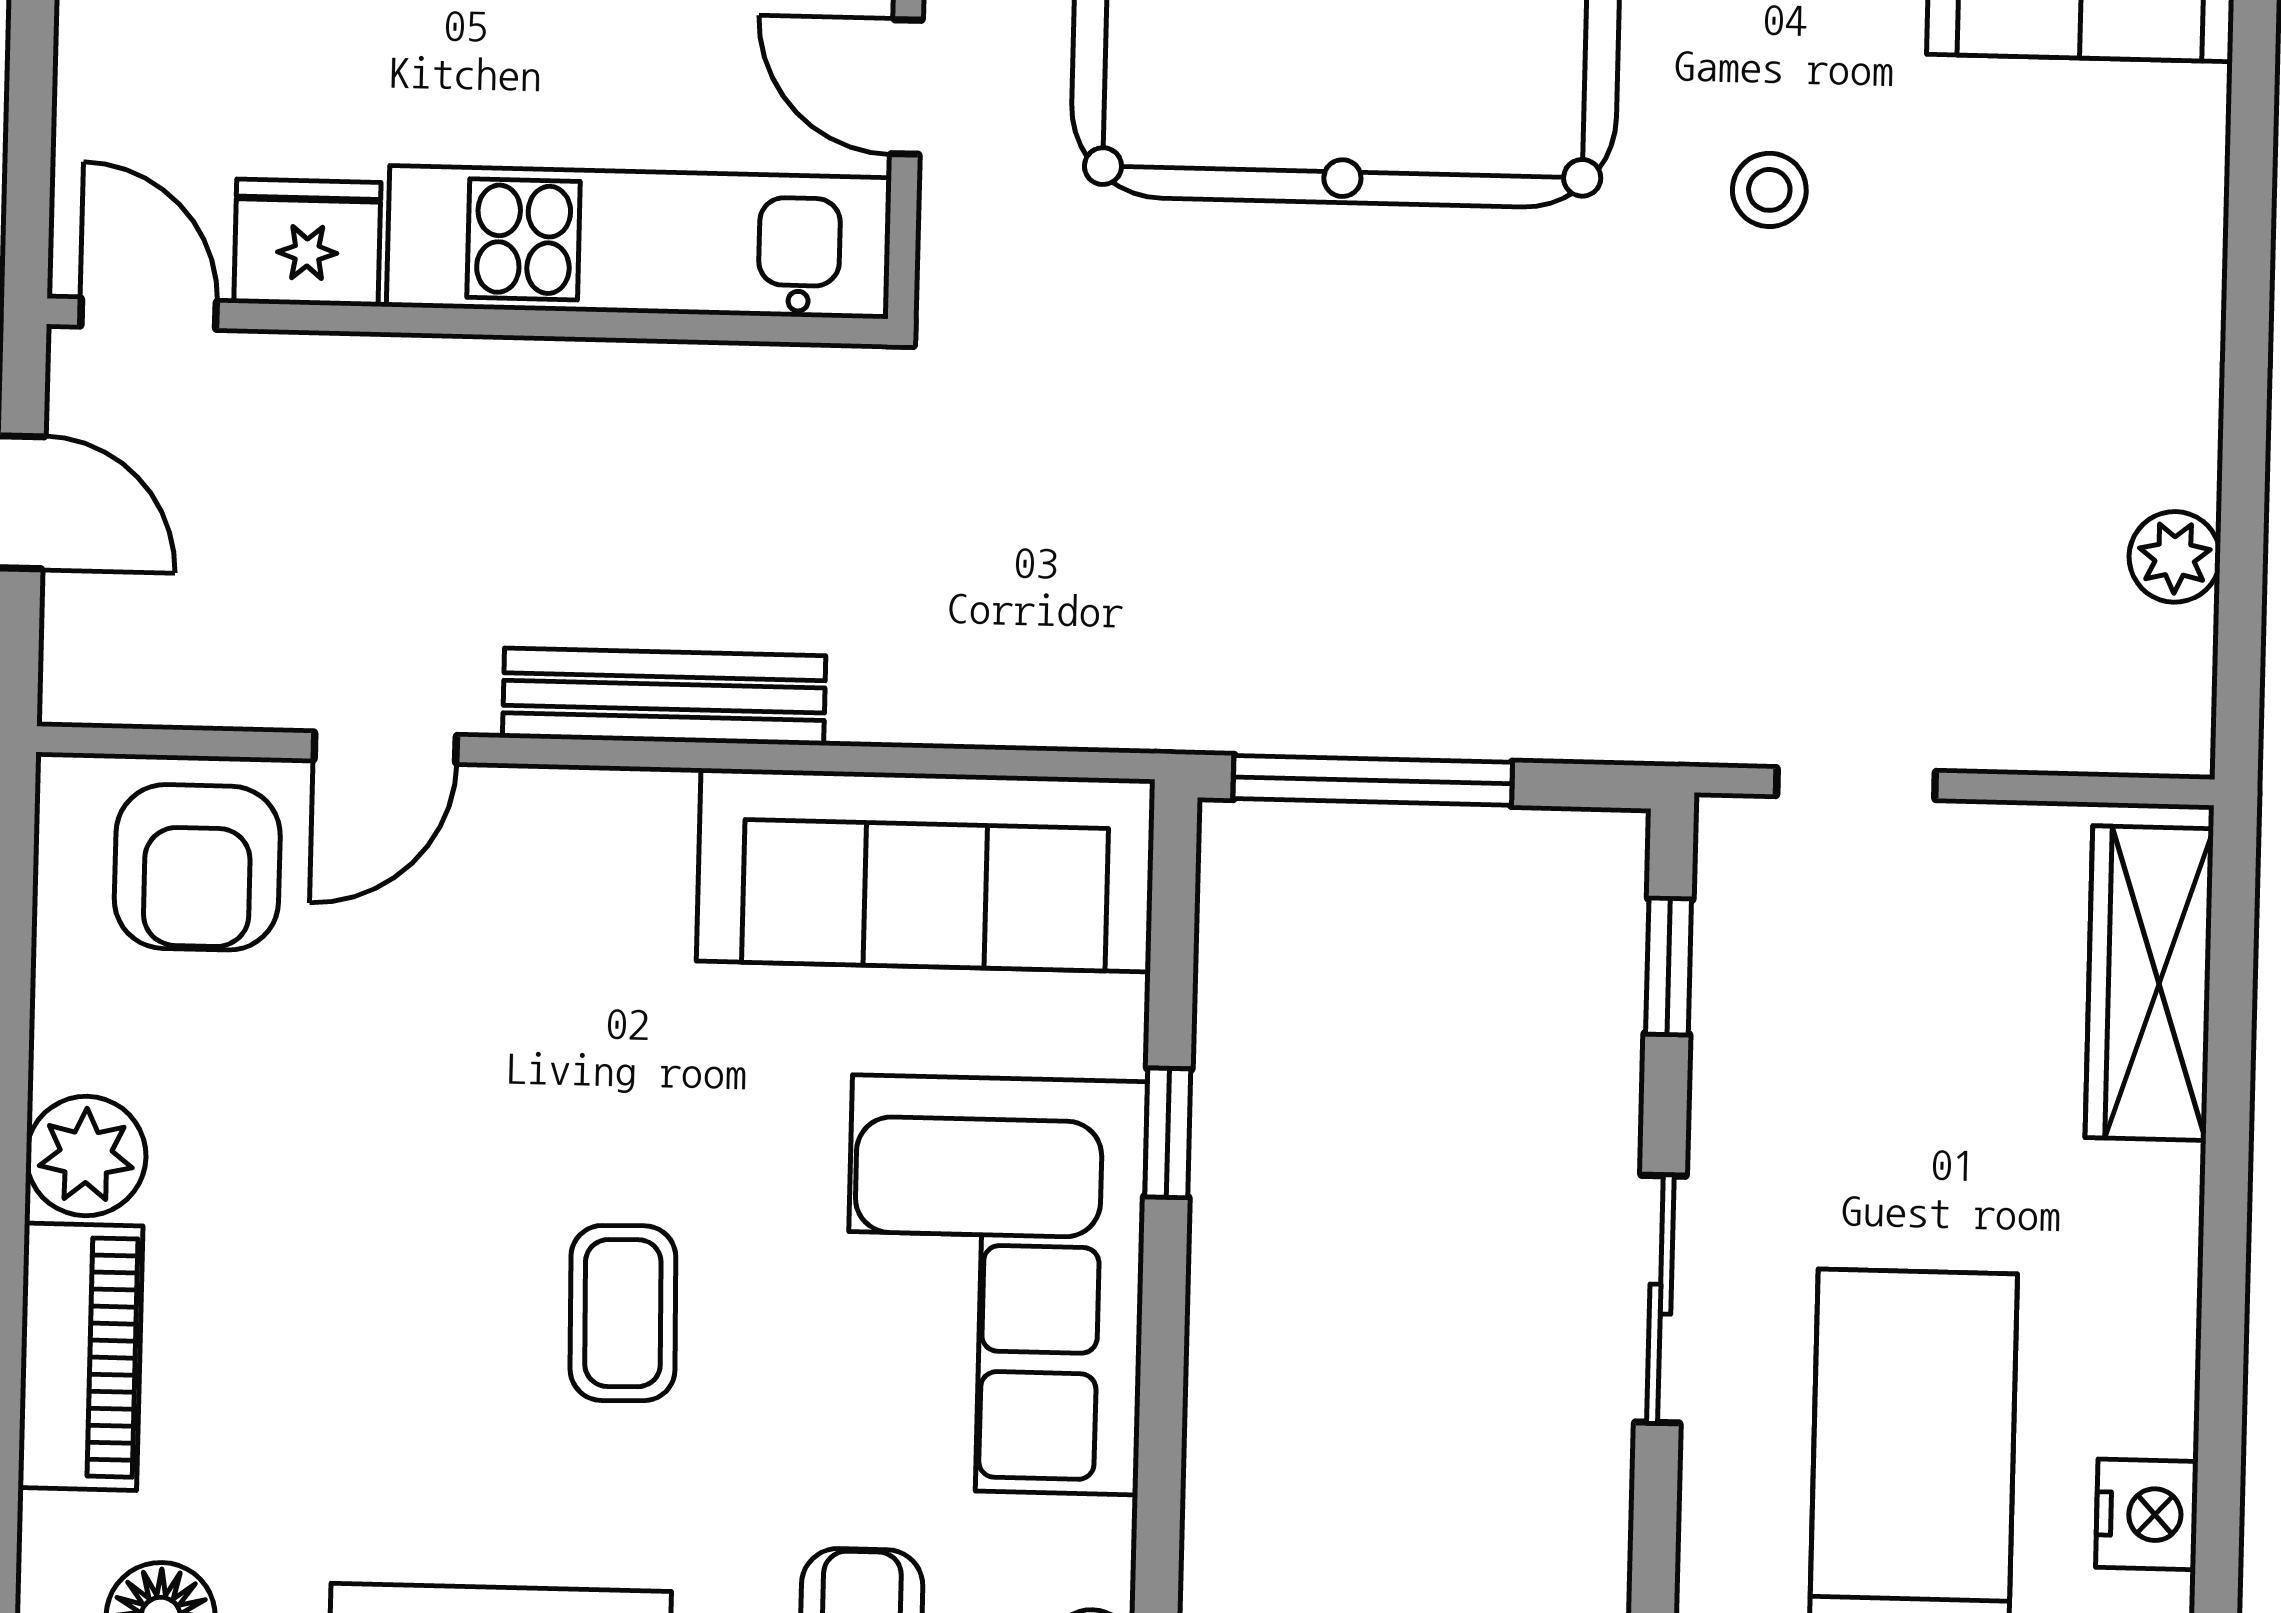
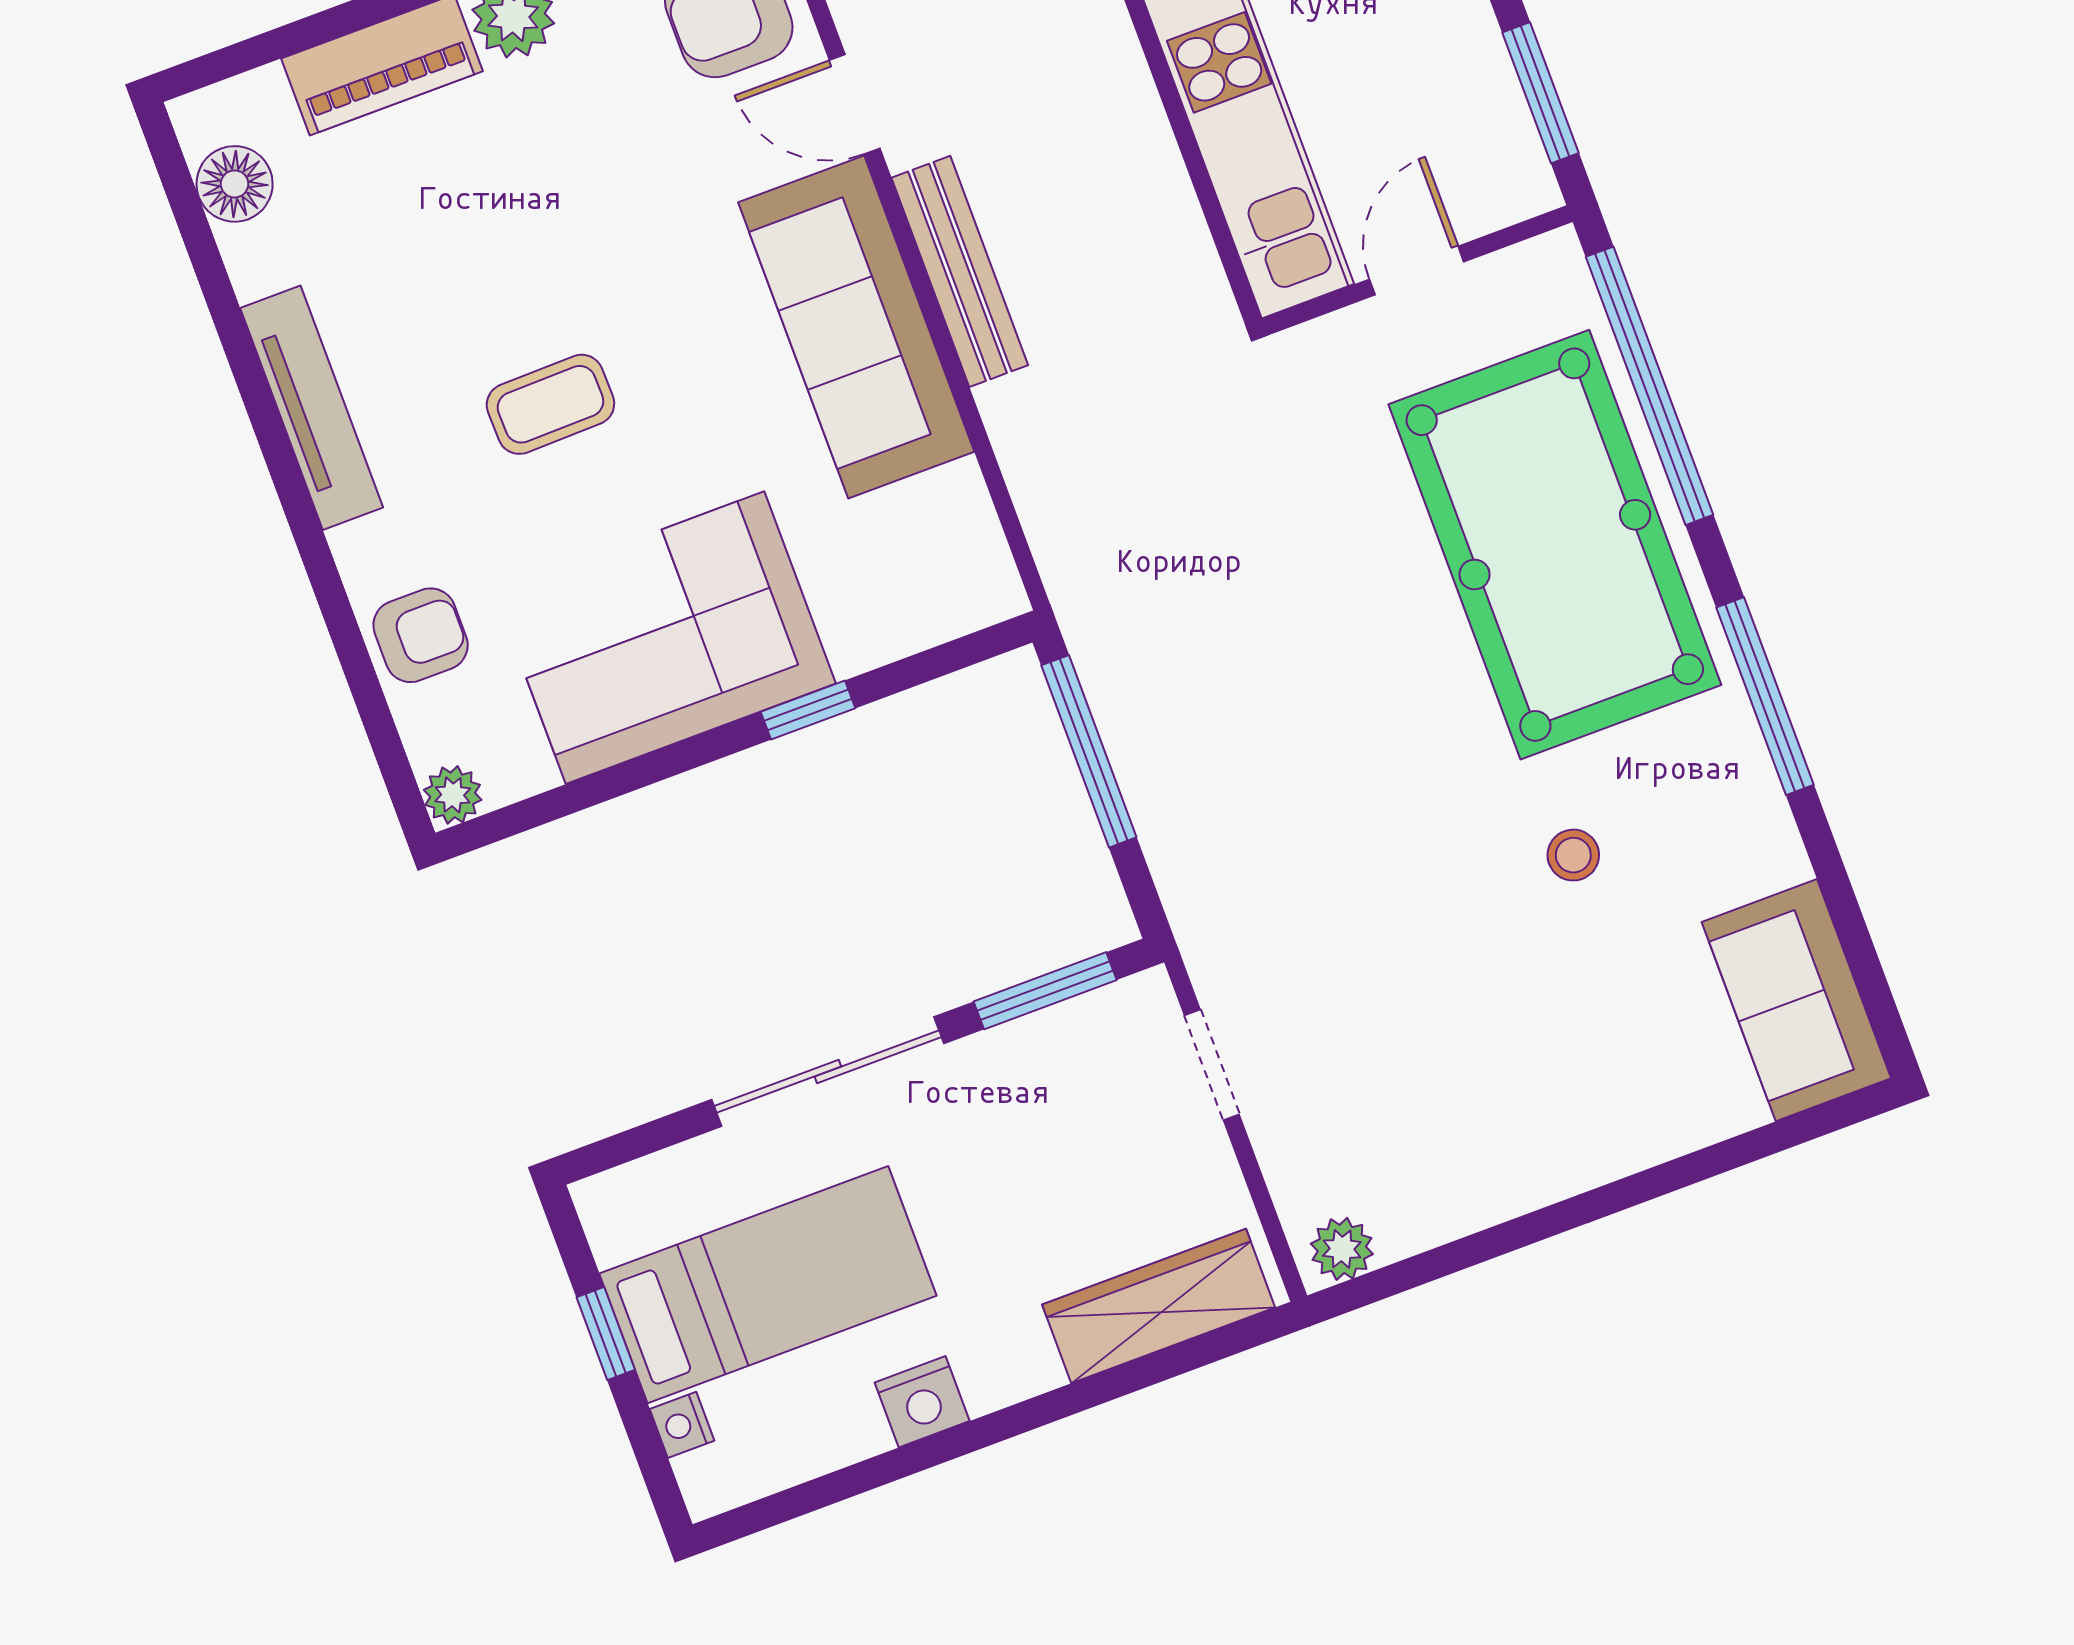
plant: (2175, 557) -> (1342, 1249), moved
sofa: (926, 870) -> (856, 327), moved
window: (1669, 966) -> (1045, 991), width x1.50
sliding door: (1660, 1299) -> (828, 1072), width x1.37
nightstand: (2147, 1514) -> (922, 1402), moved

